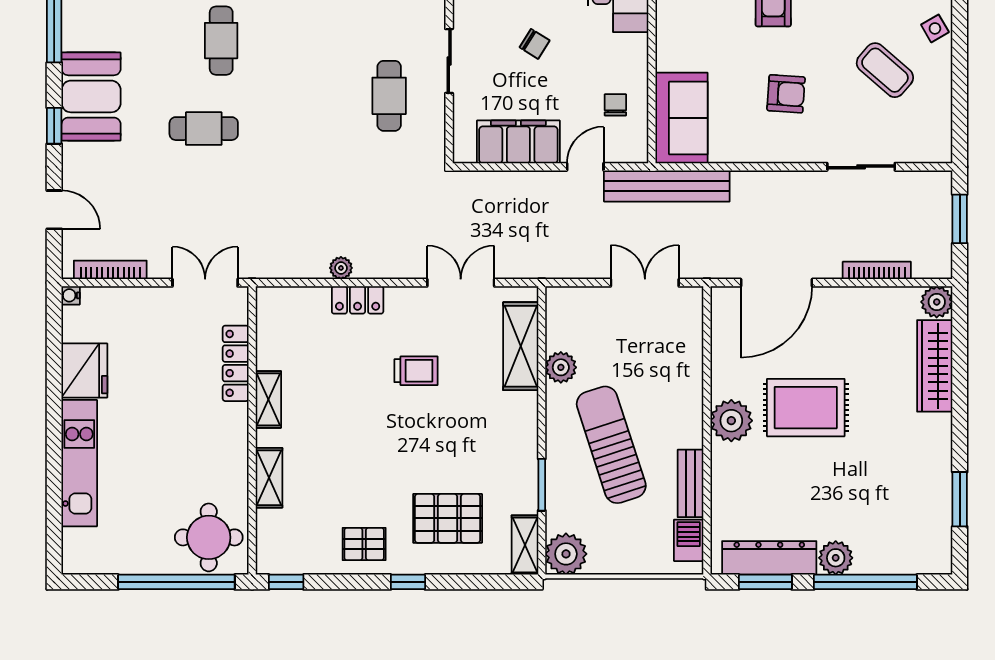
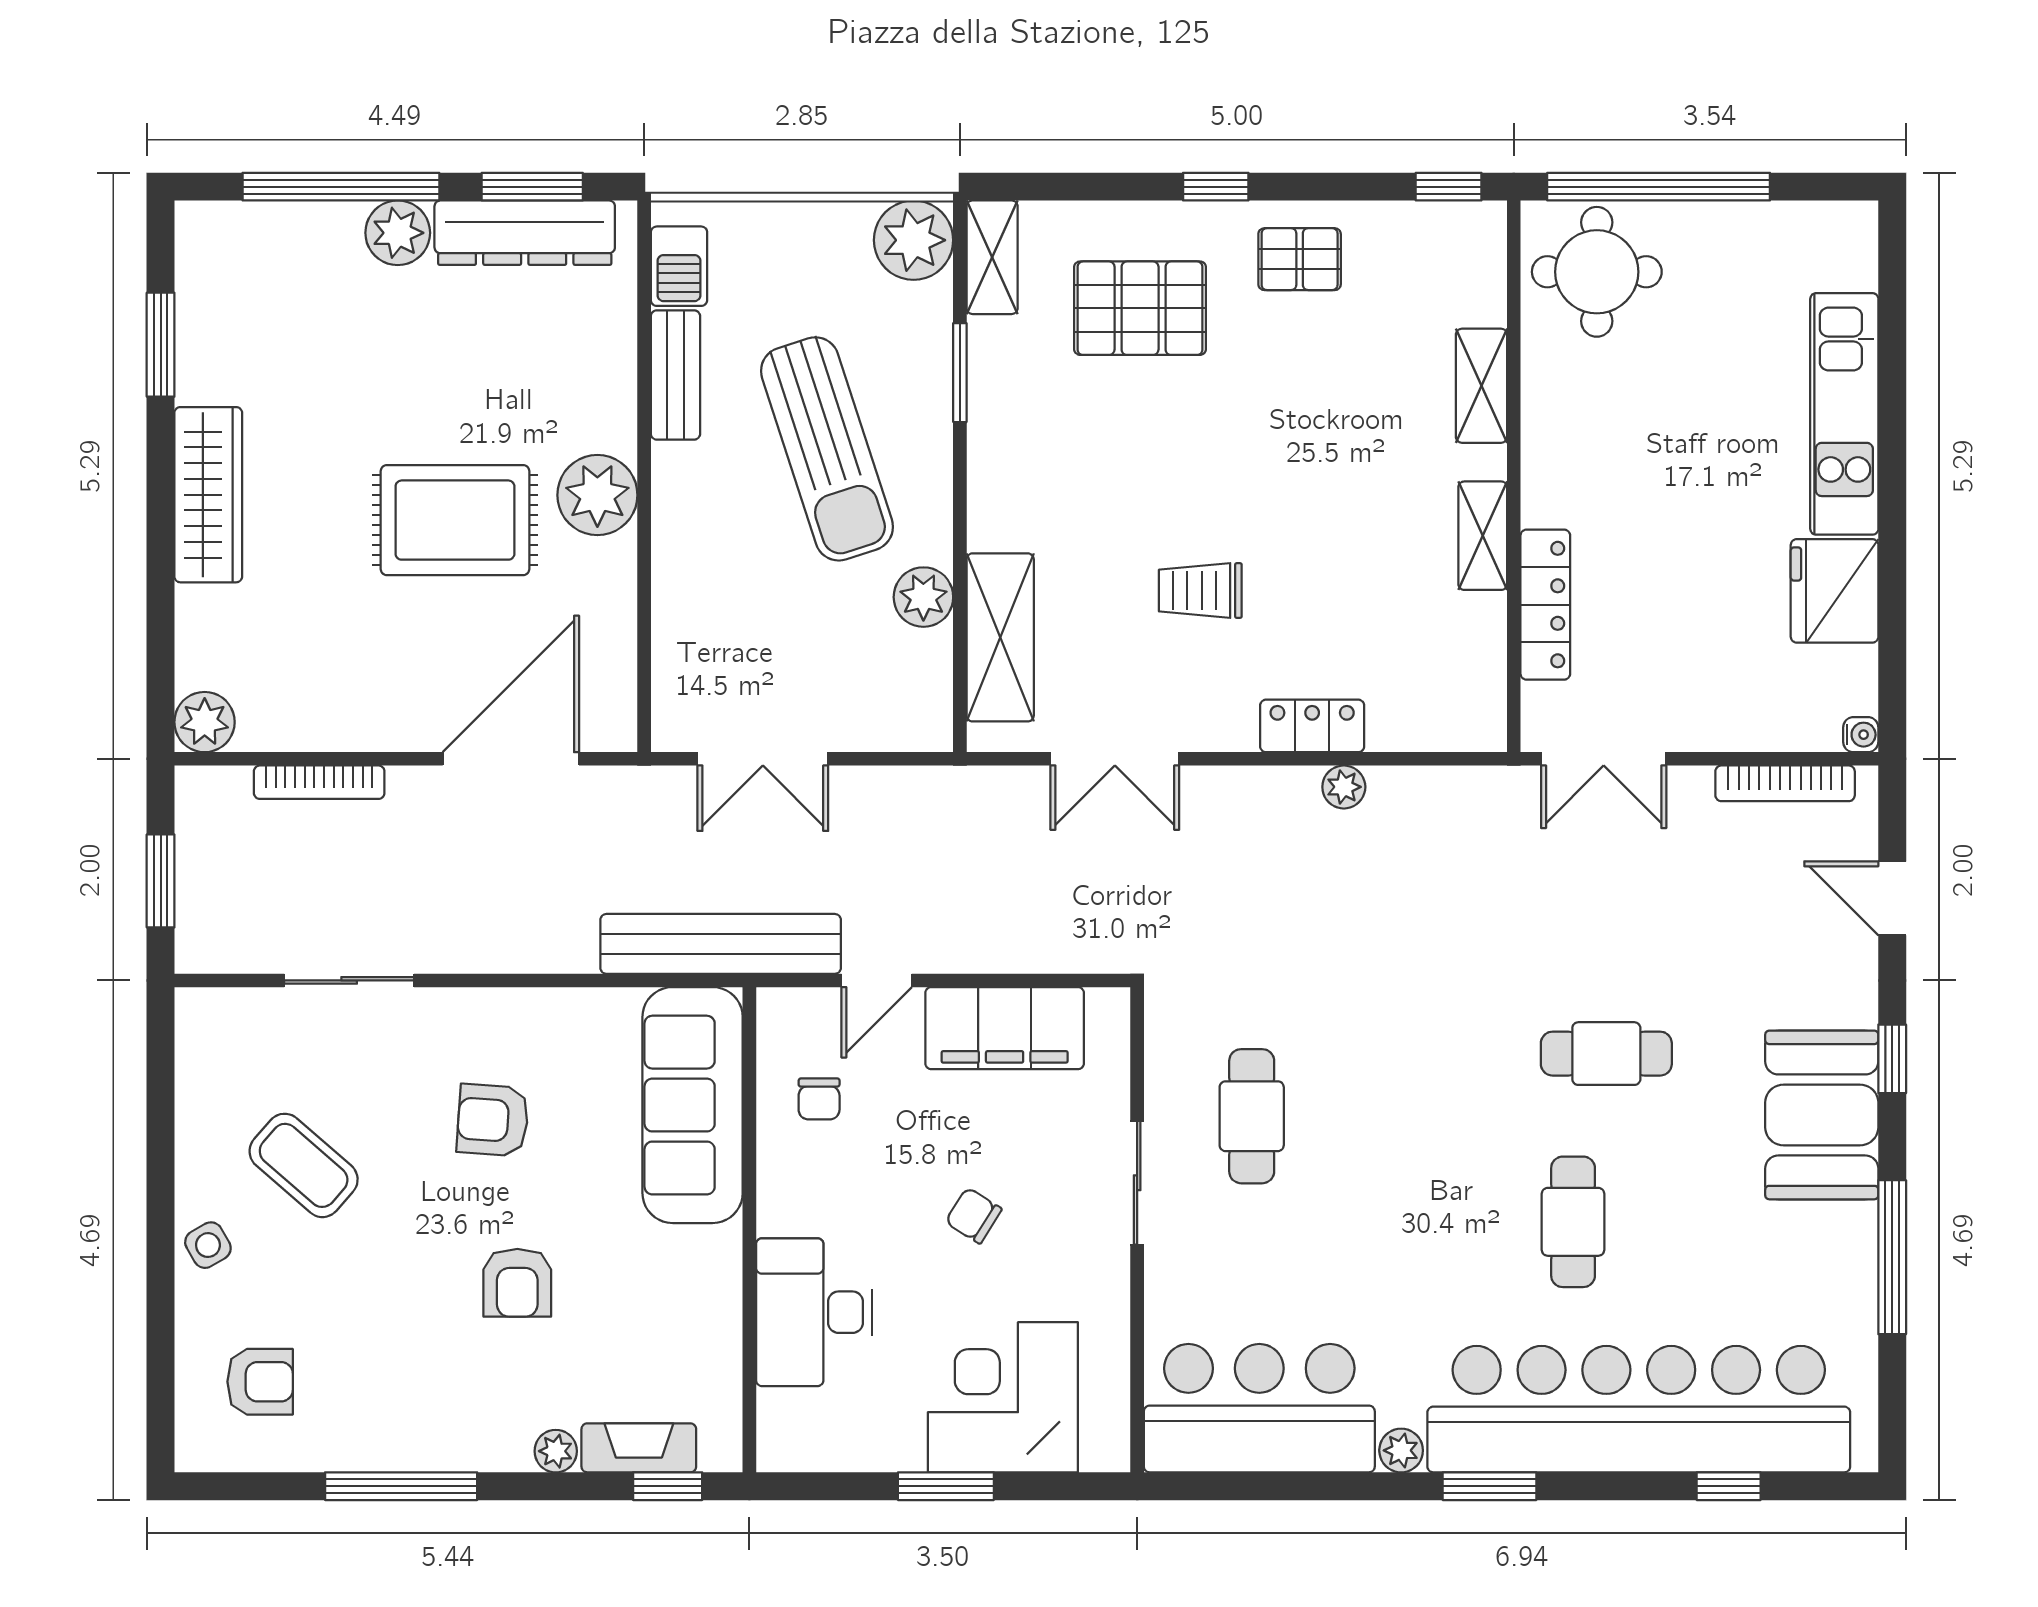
sofa: (682, 118) -> (693, 1105), width x1.36
wardrobe: (935, 366) -> (208, 495), moved

